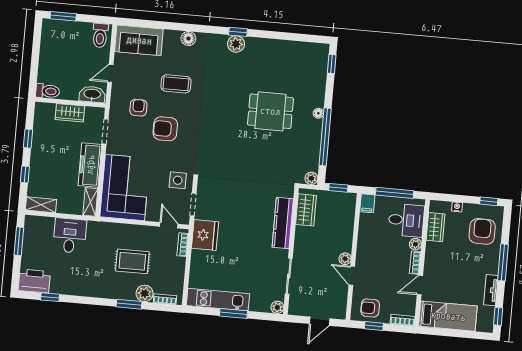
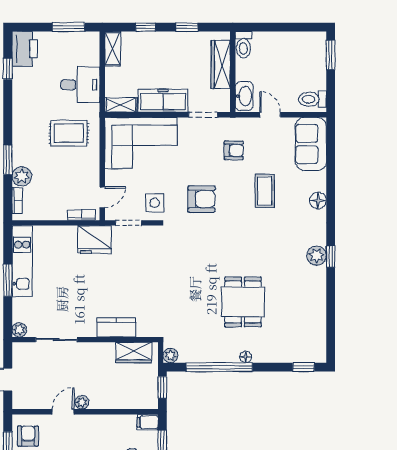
wardrobe: (70, 113) -> (221, 64), width x1.50
armchair: (165, 129) -> (201, 199), moved, turned 90
kitchen counter: (283, 223) -> (116, 327), width x0.67
rug: (132, 261) -> (69, 133), moved, turned 90

